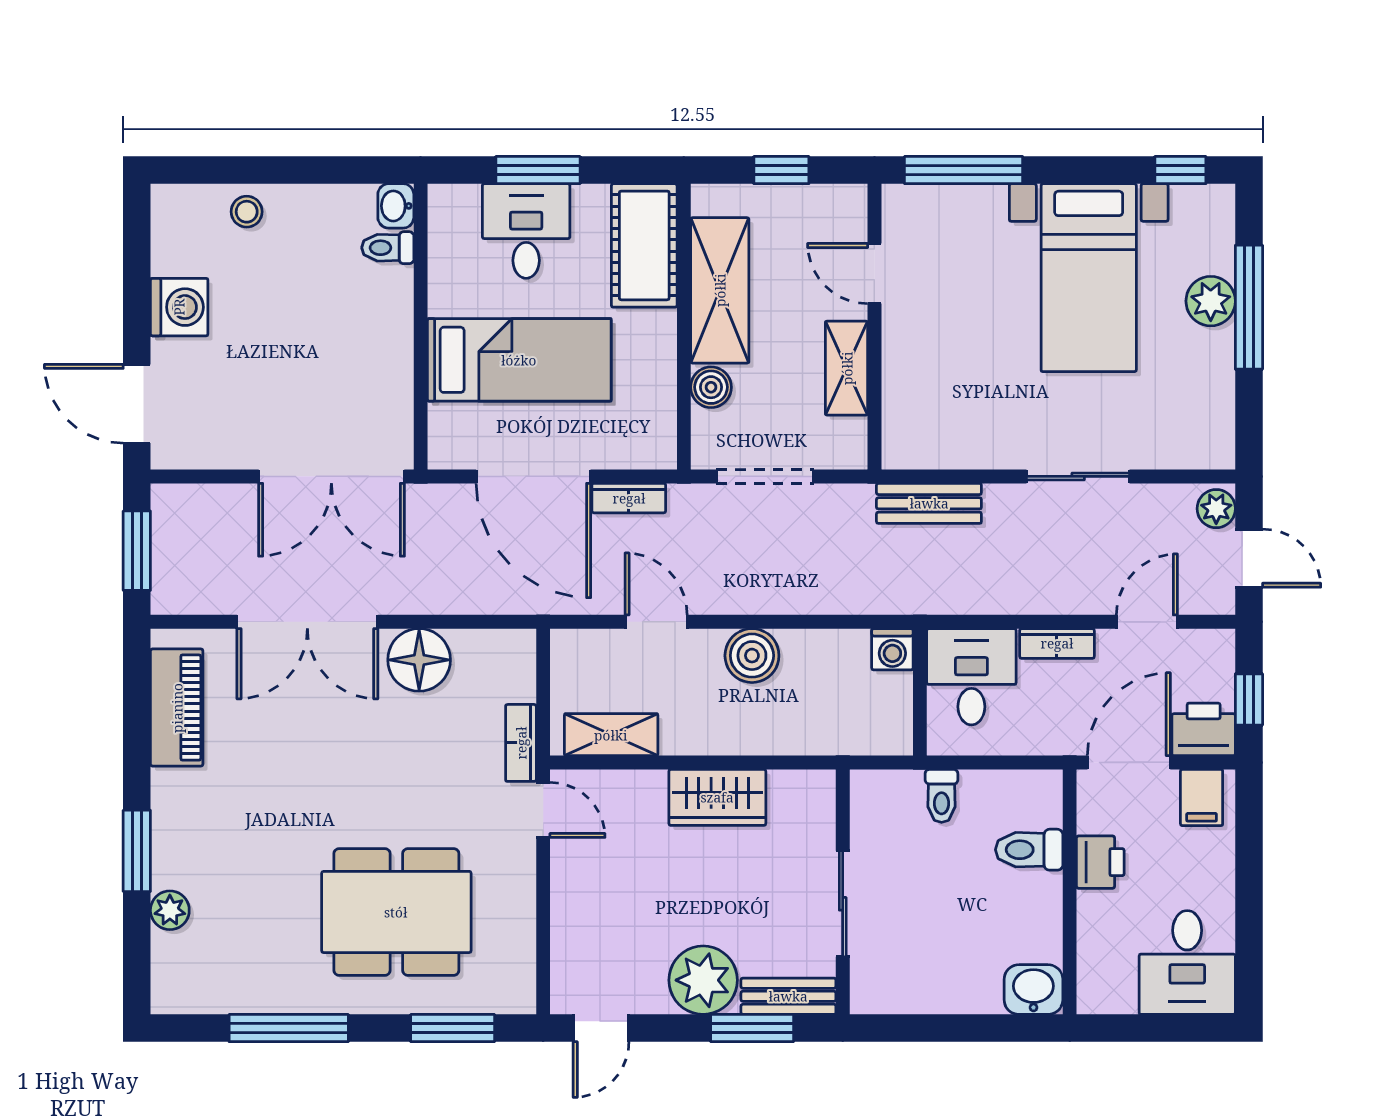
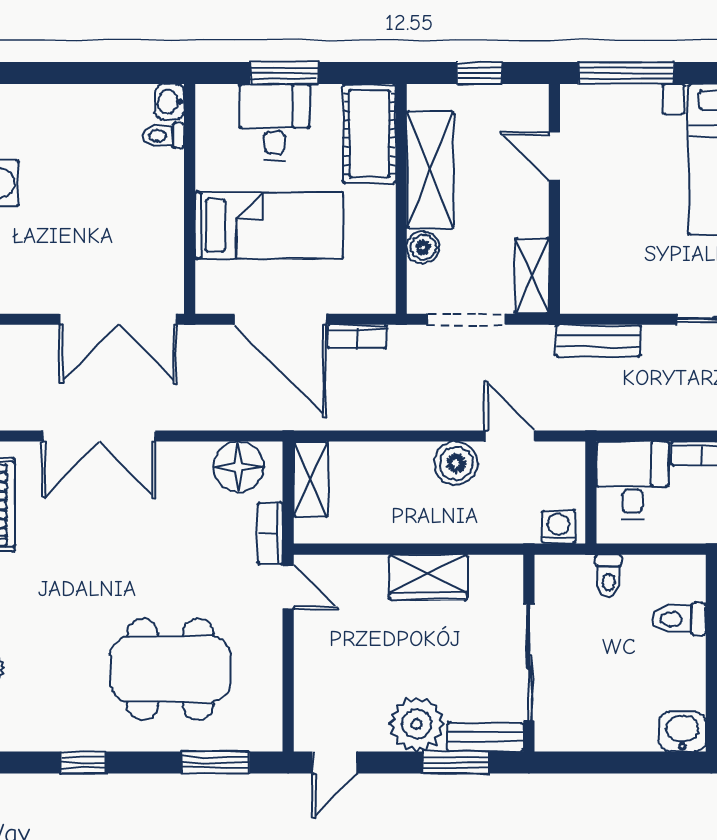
stool: (247, 212) -> (50, 106), removed
shelving: (847, 368) -> (532, 276), moved
door: (656, 622) -> (510, 436), moved
washing machine: (892, 649) -> (558, 527), moved, turned 180
floor lamp: (419, 660) -> (238, 467), moved
shelving: (611, 735) -> (311, 479), moved, turned 90
sliding door: (843, 904) -> (529, 663), width x1.37
window: (289, 1028) -> (84, 763), width x0.46

